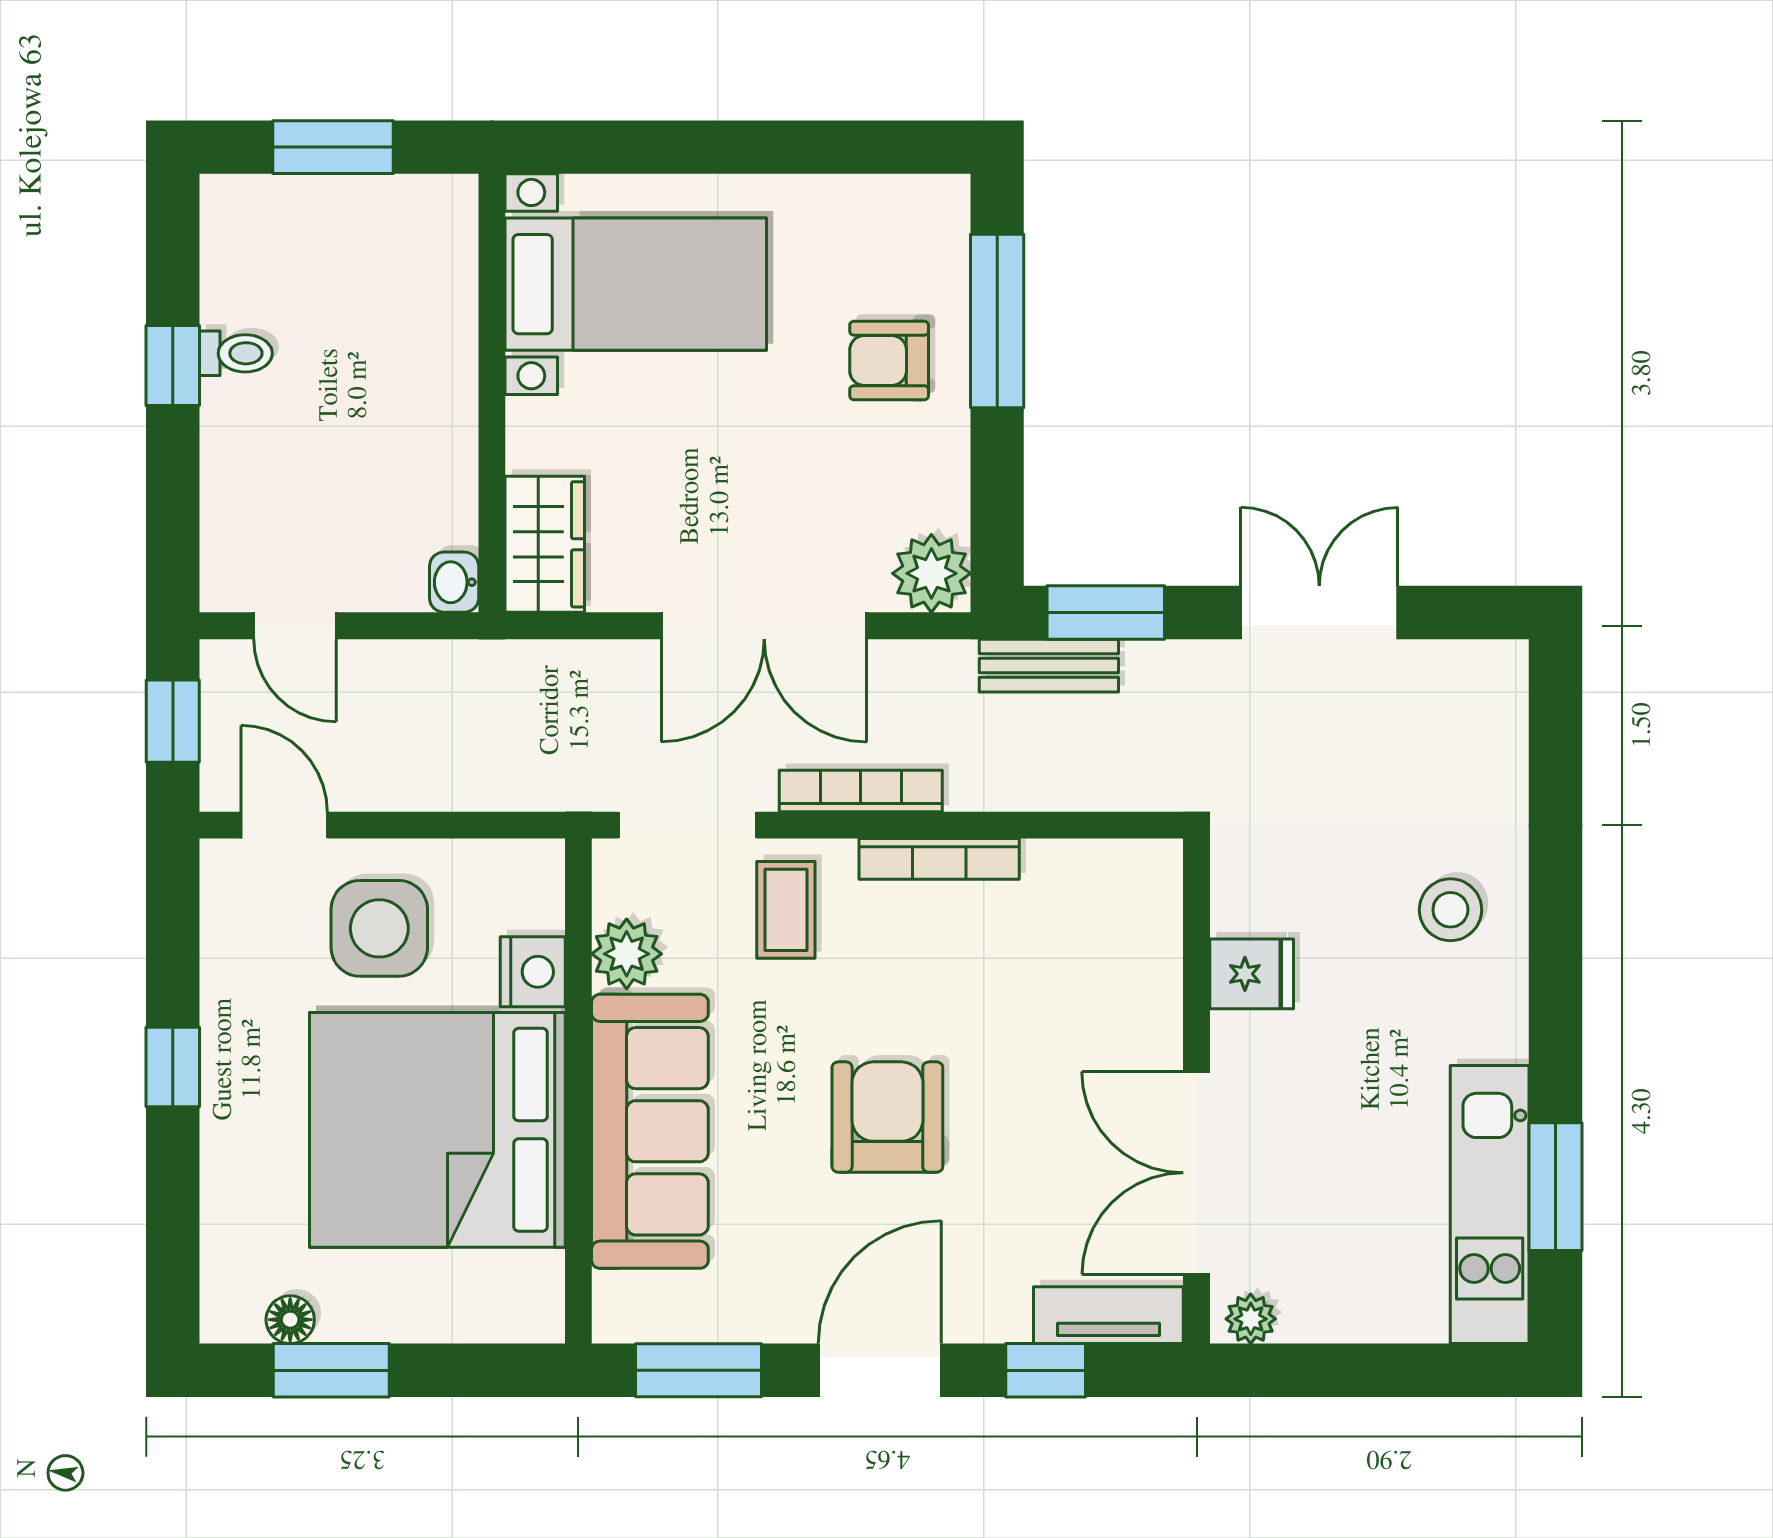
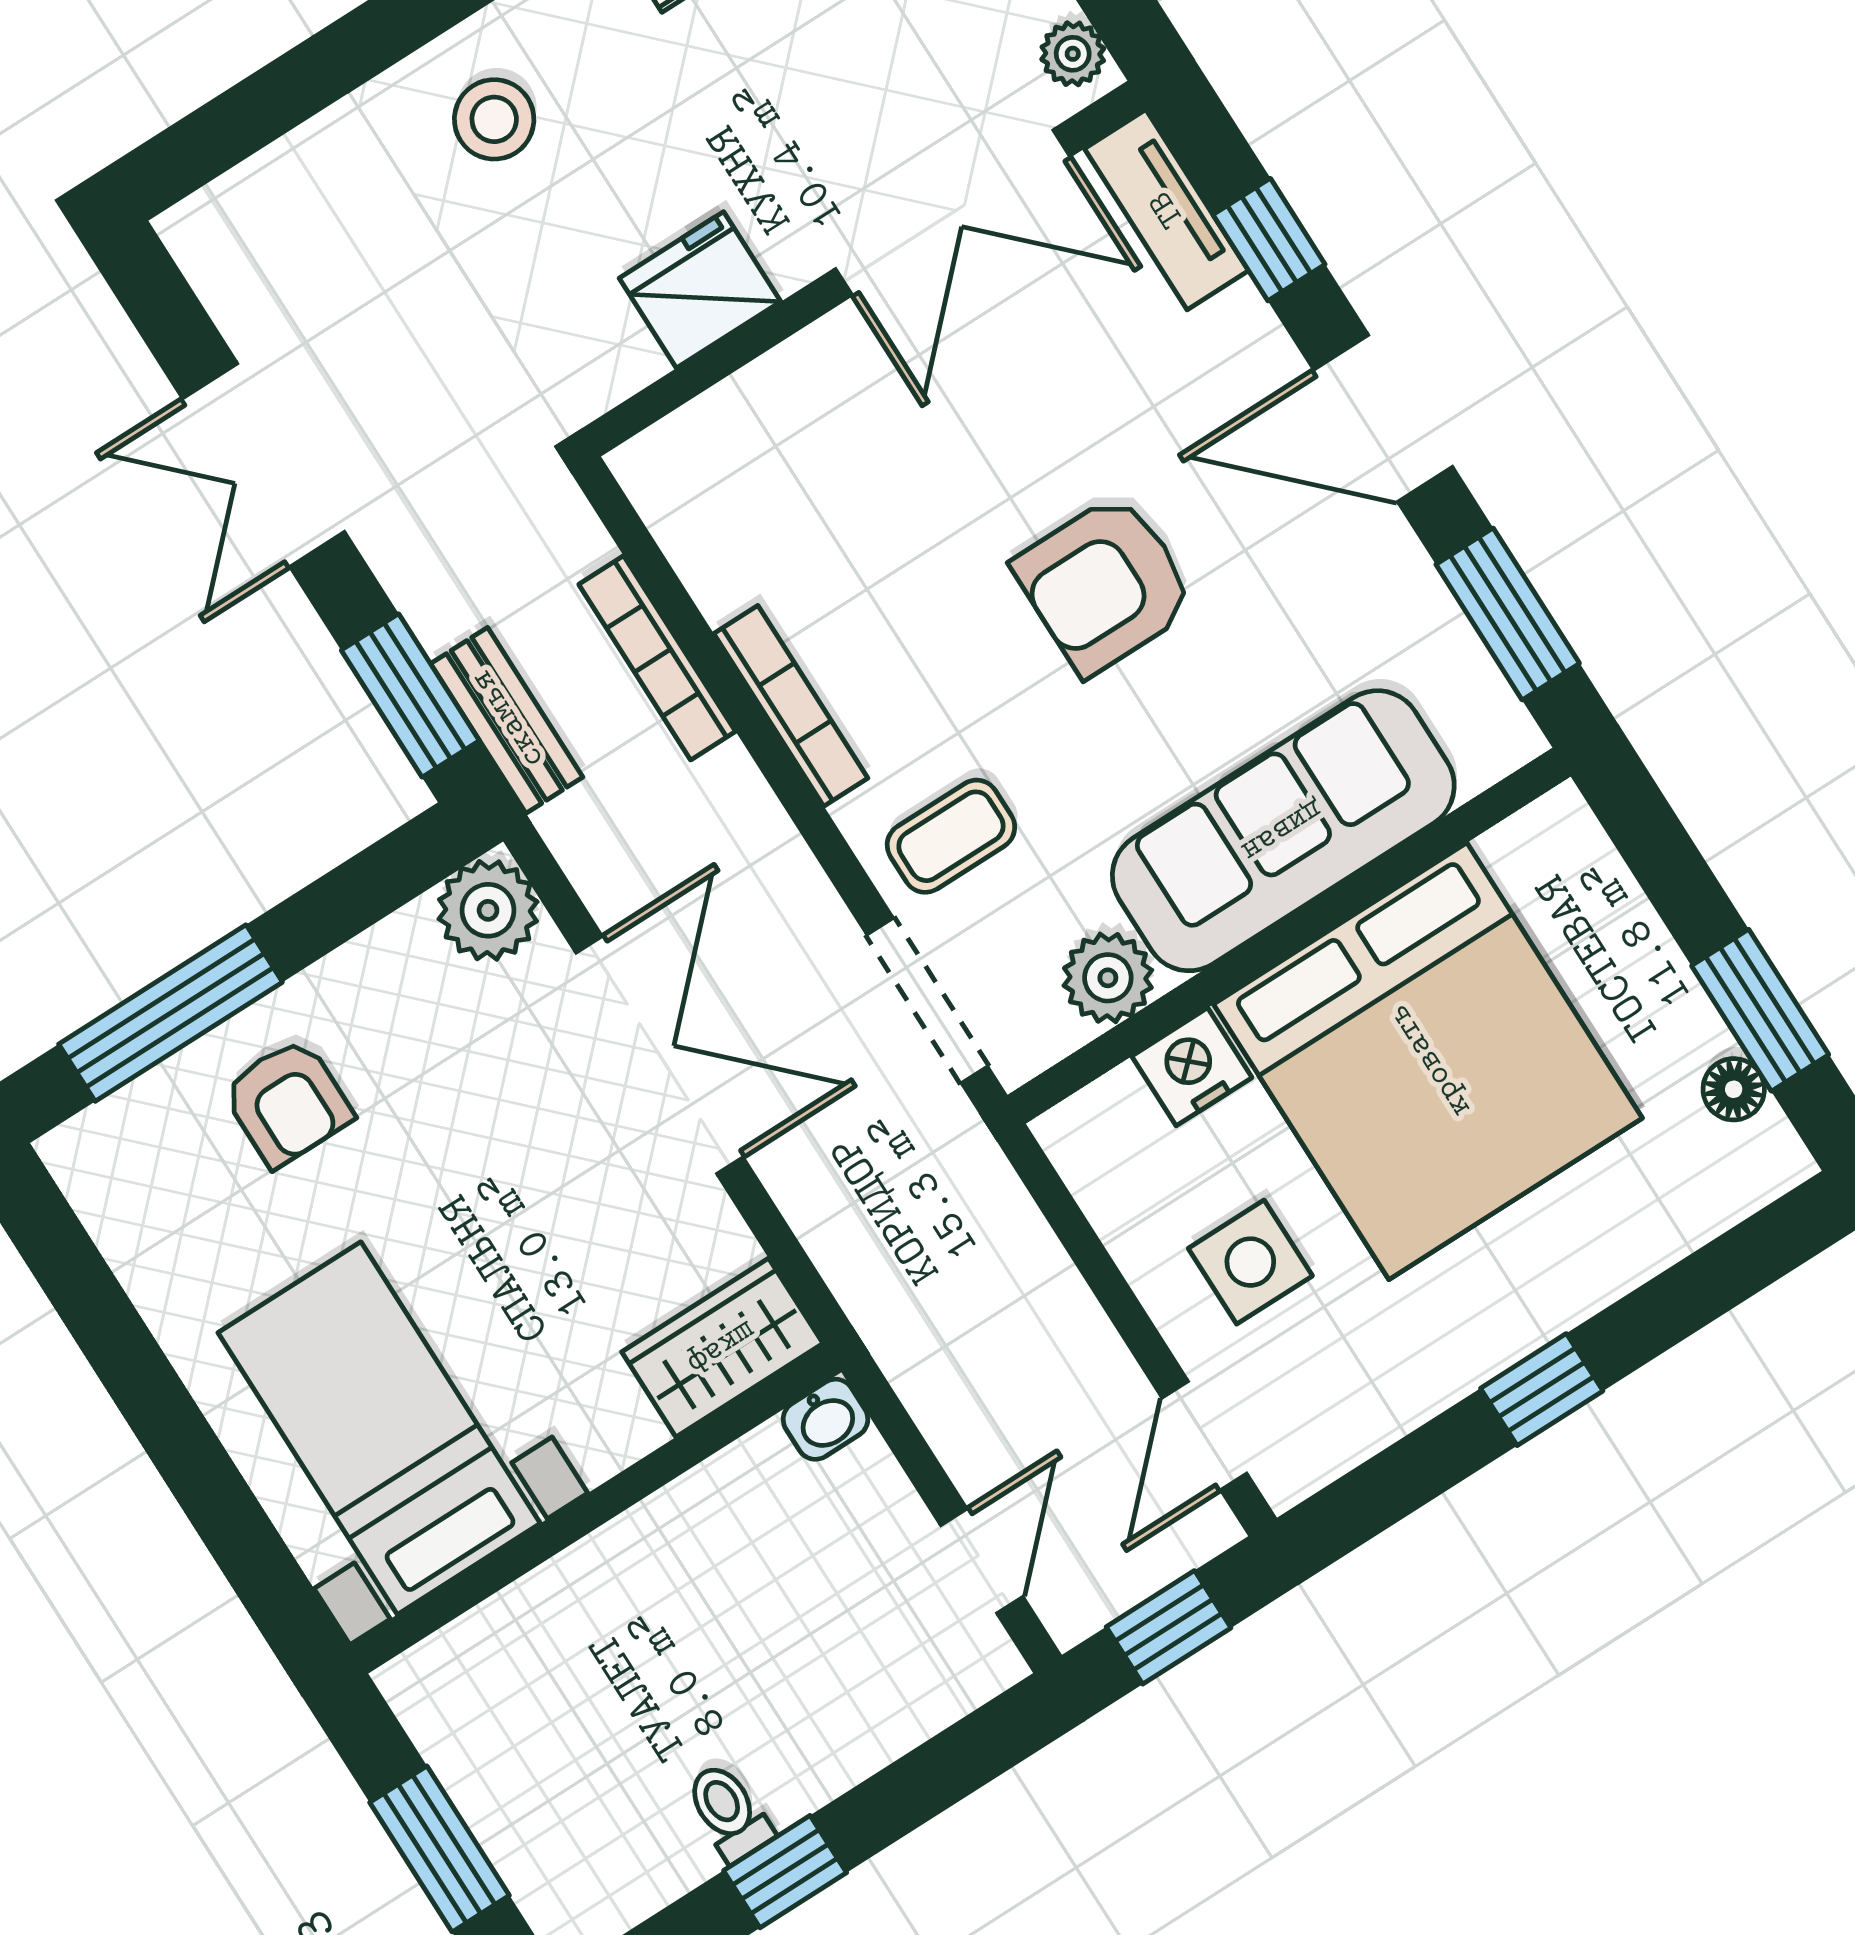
bookcase: (861, 791) -> (657, 658), moved
side table: (379, 928) -> (1250, 1262), width x0.73, depth x0.73
fridge: (1252, 974) -> (700, 290), width x1.38

